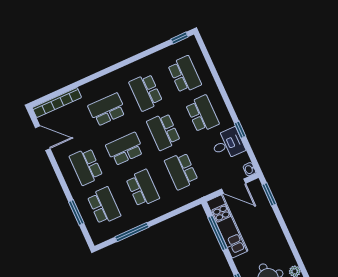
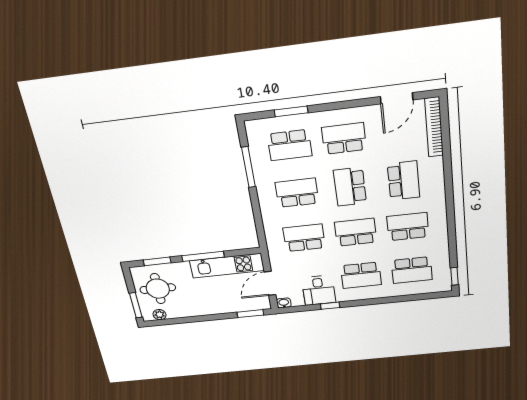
school desk: (125, 149) -> (350, 187), turned 180
school desk: (143, 188) -> (297, 193), turned 180
window: (218, 233) -> (203, 256), moved

